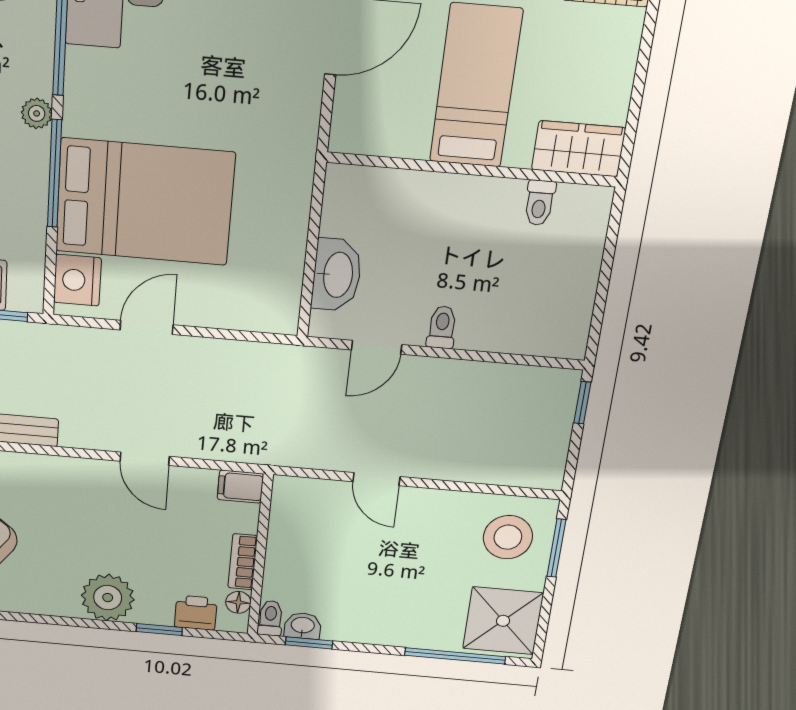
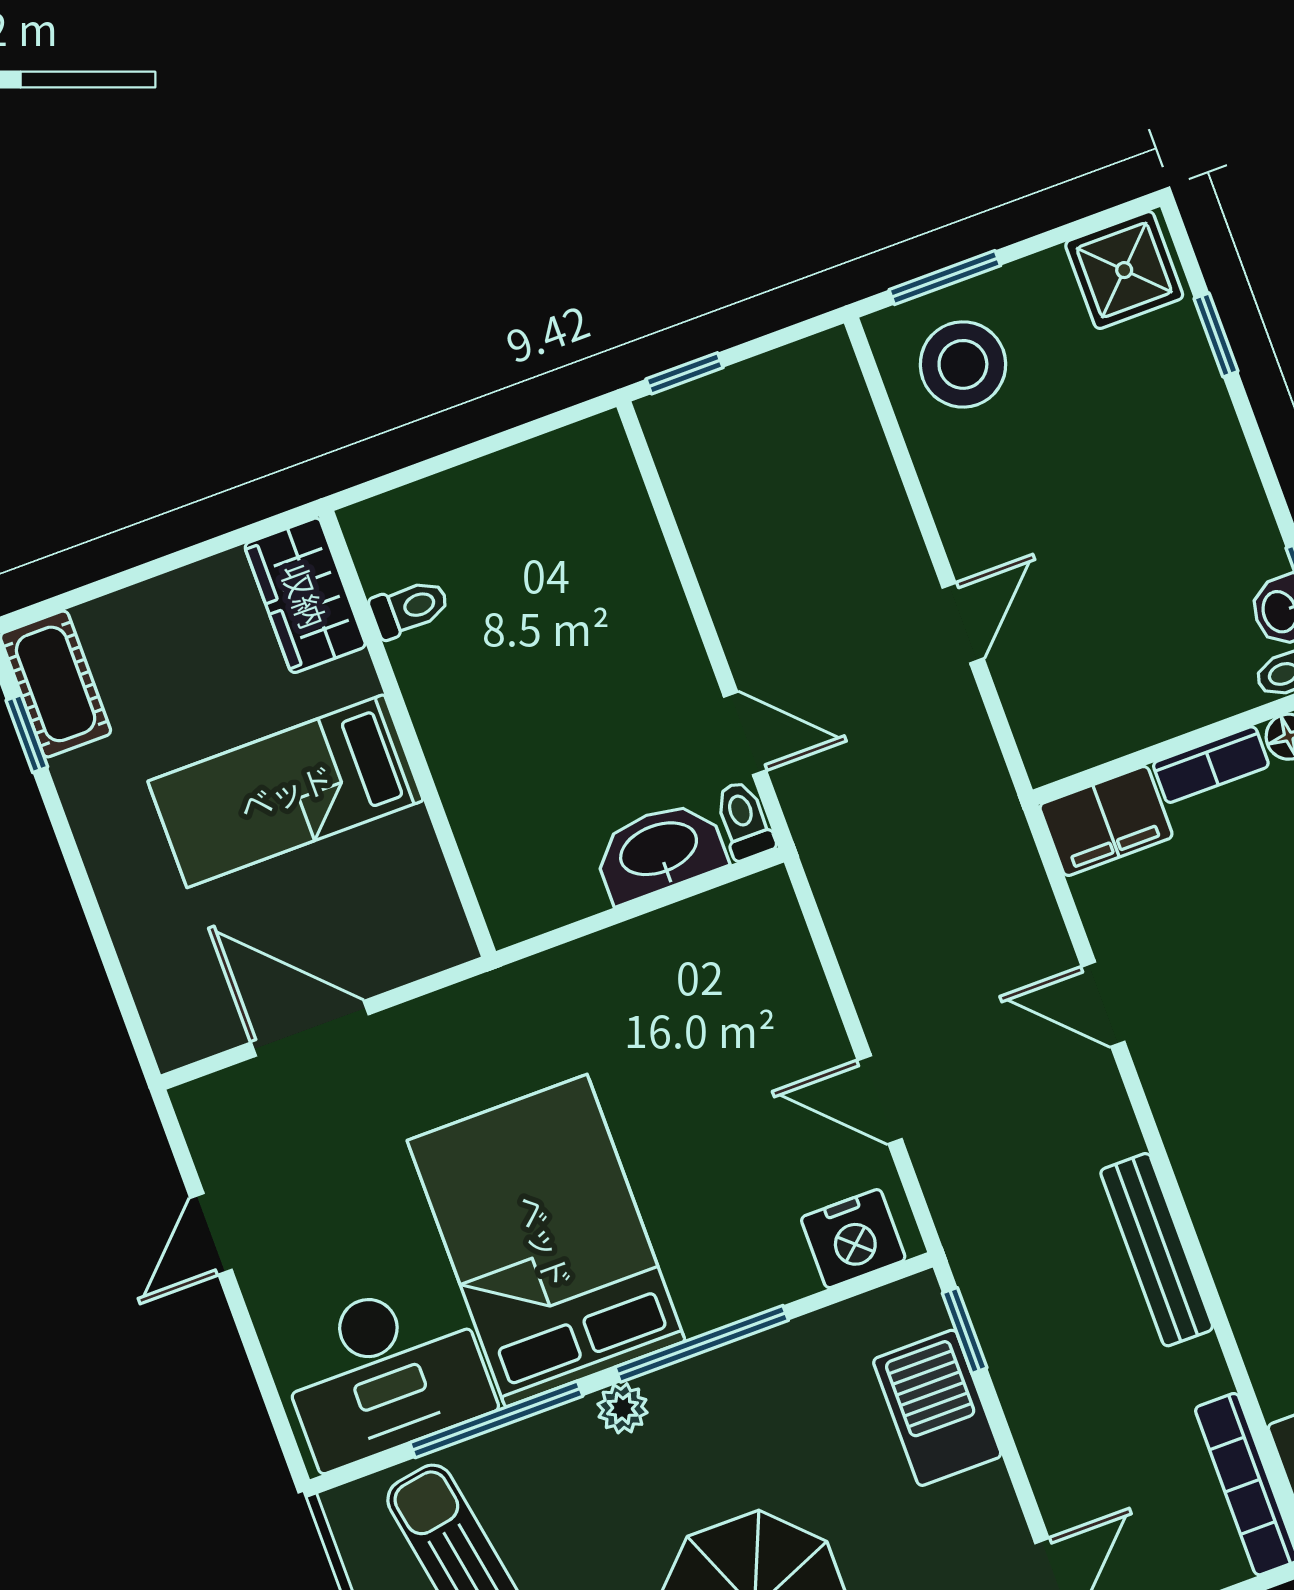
bed: (145, 202) -> (546, 1241), moved
toilet: (442, 327) -> (744, 820), moved, turned 90
door: (145, 459) -> (1103, 1004), swing flipped
filing cabinet: (240, 487) -> (1106, 821), width x2.00
shower: (503, 621) -> (1124, 270), width x0.73, depth x0.73
window: (455, 656) -> (1216, 335), width x0.46

